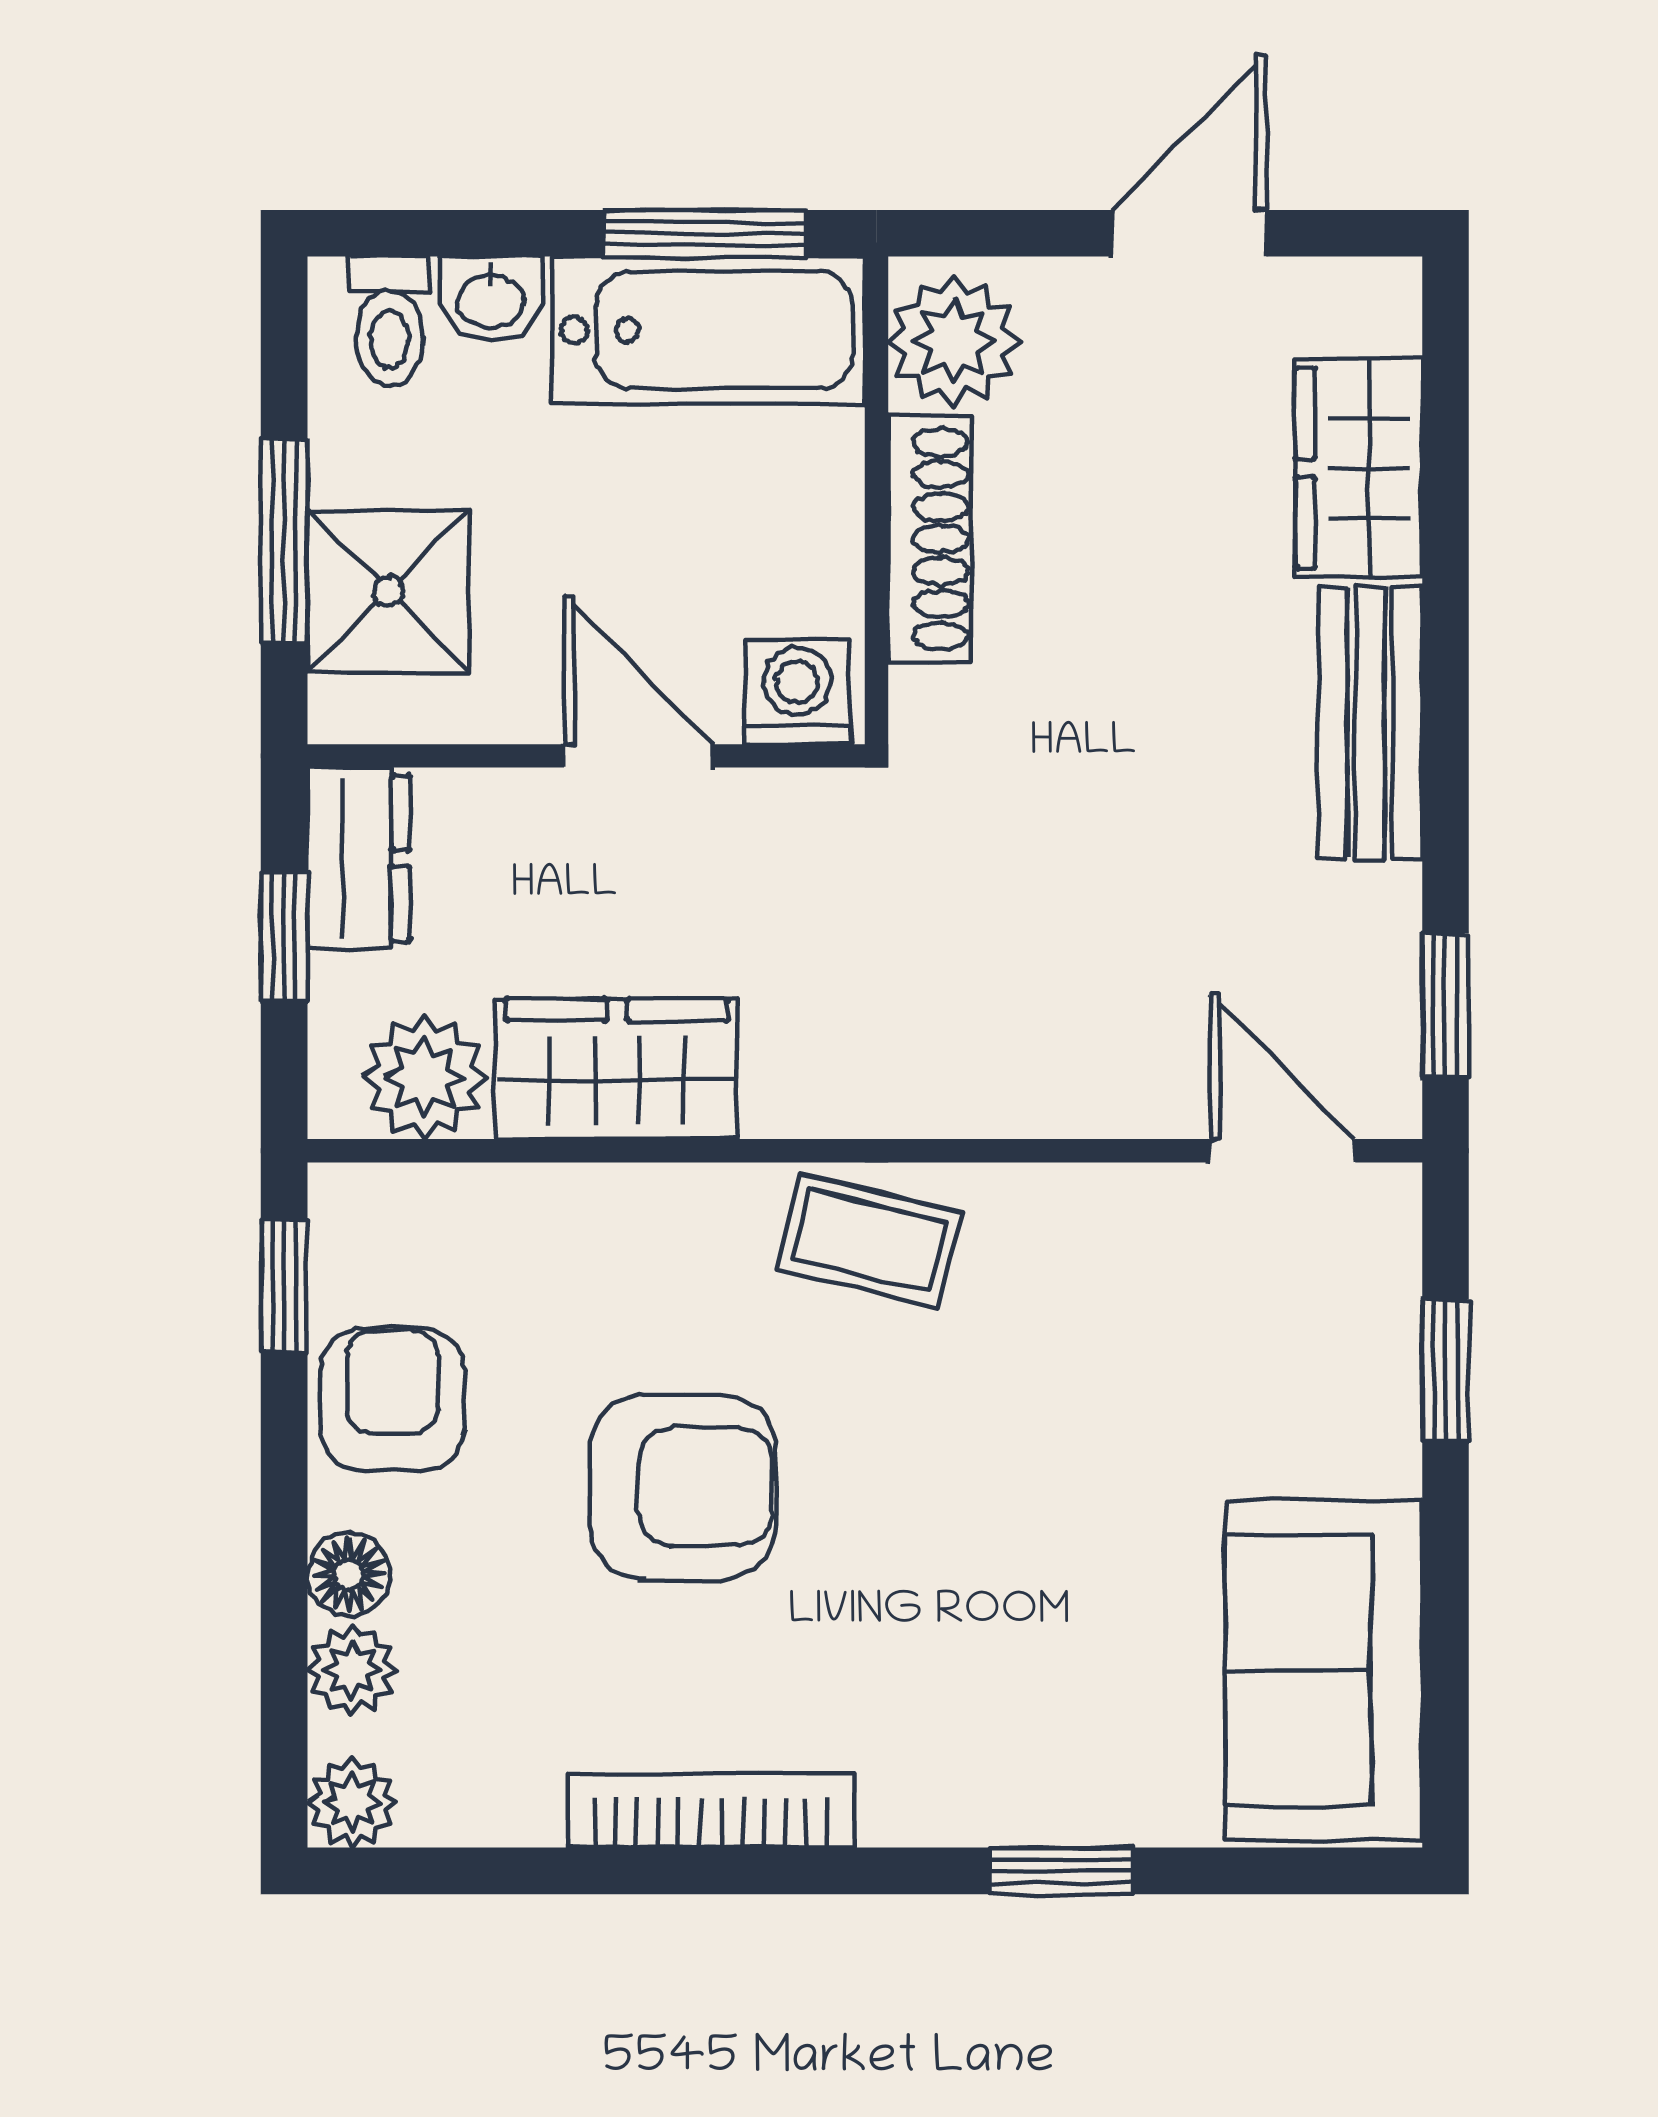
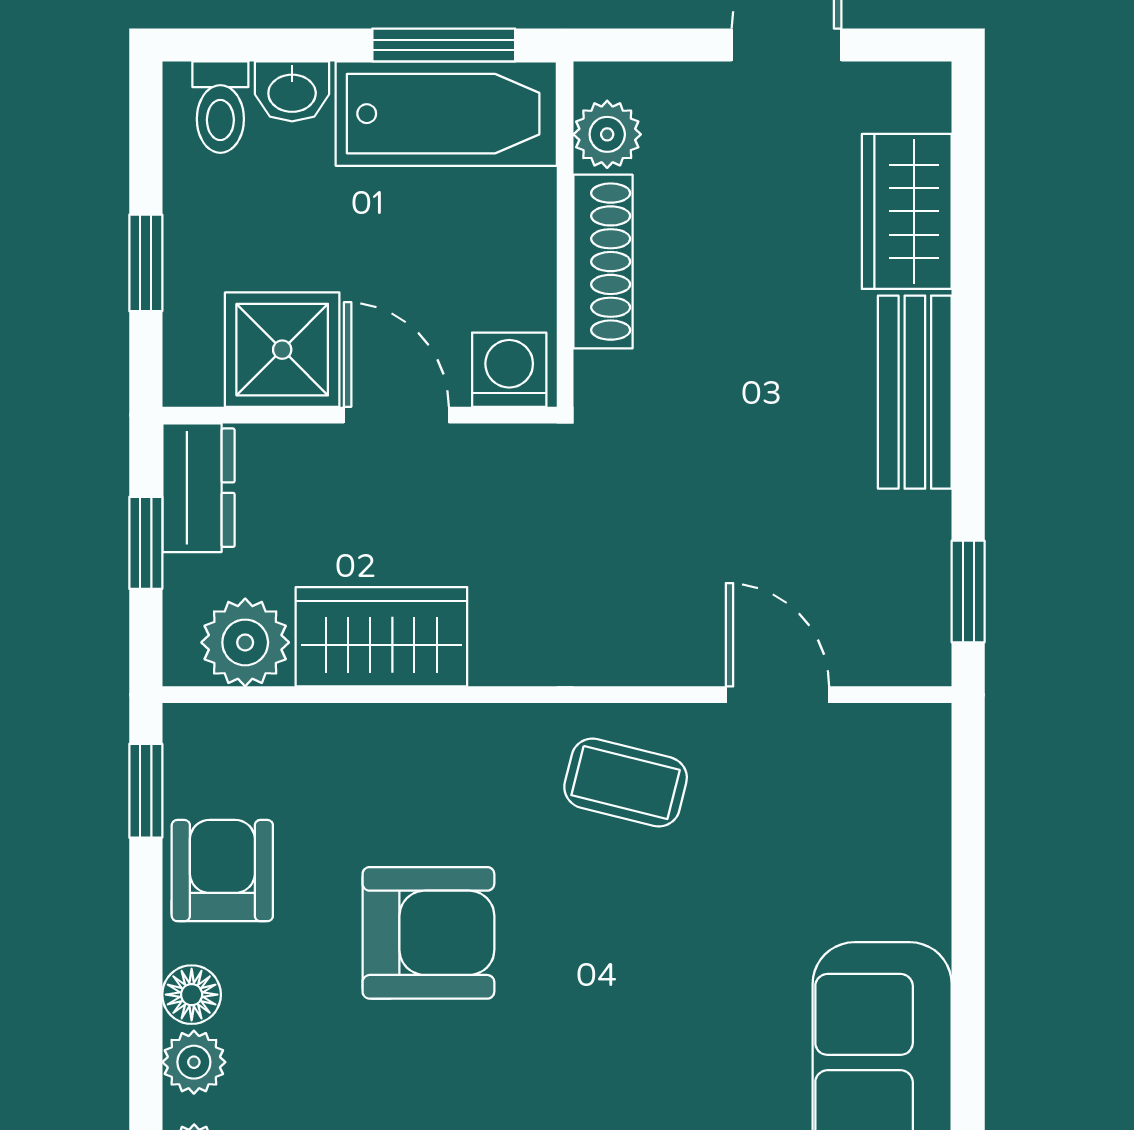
plant: (954, 342) -> (607, 134), width x0.73, depth x0.73
window: (284, 541) -> (146, 263), width x0.67
shower: (388, 591) -> (282, 350), moved
door: (1282, 1151) -> (778, 695), moved
coffee table: (869, 1241) -> (626, 783), moved
window: (1445, 1370) -> (968, 850), removed

